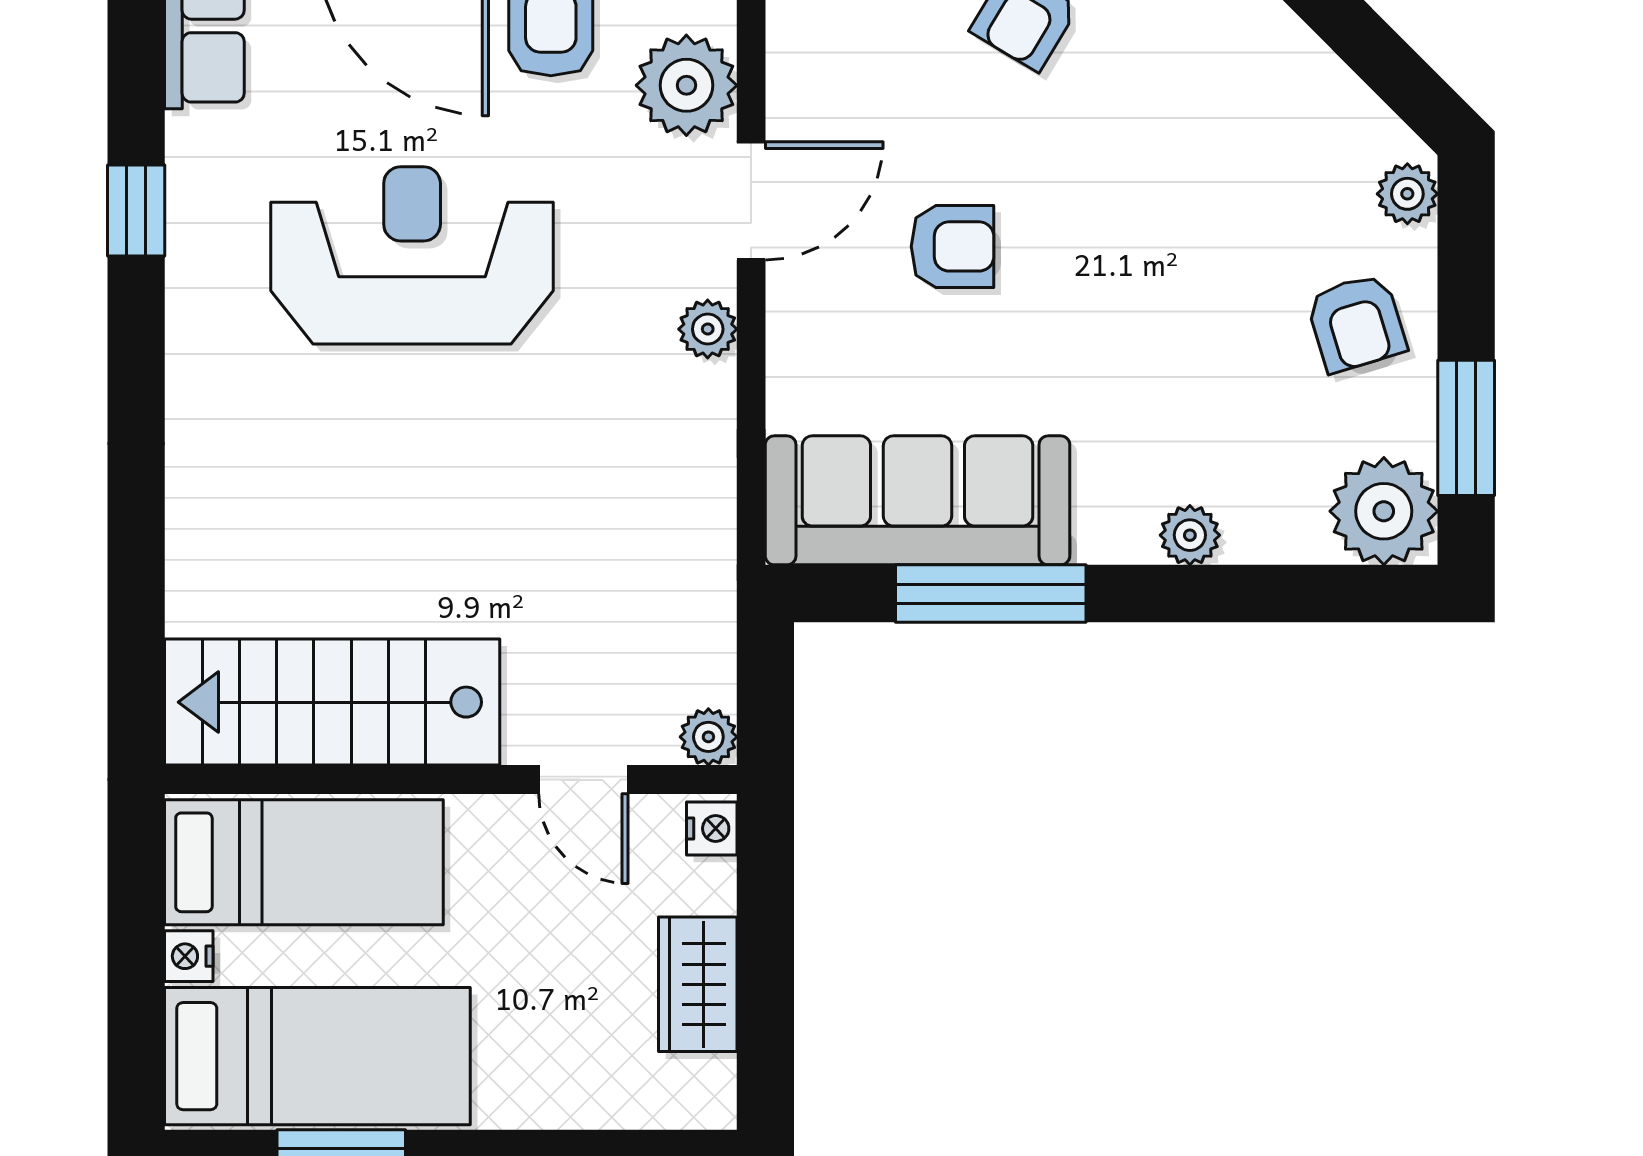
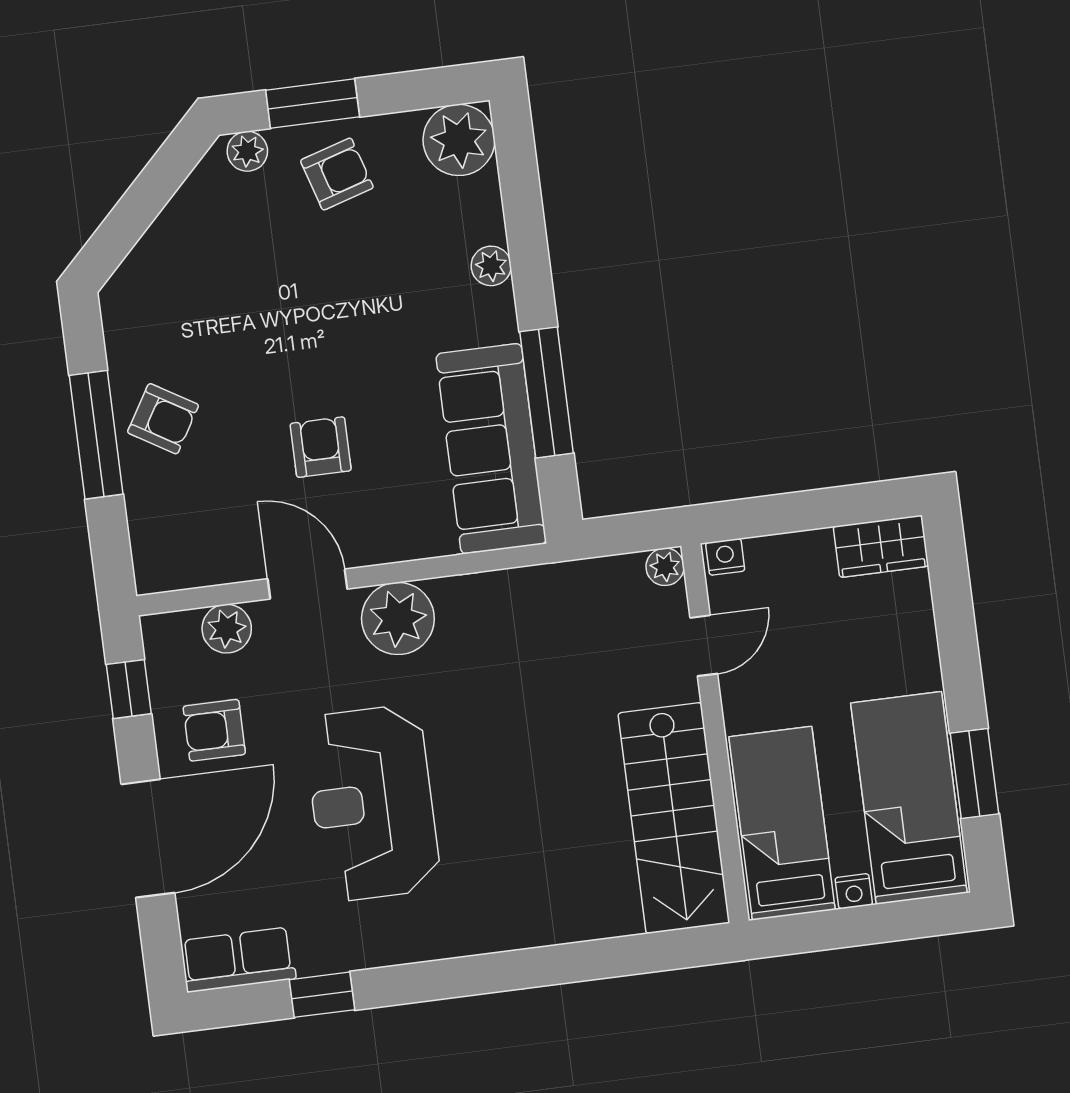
plant: (686, 85) -> (227, 629), width x0.73, depth x0.73
window: (136, 211) -> (322, 995), moved
plant: (708, 329) -> (398, 618), width x1.87, depth x1.87
window: (1466, 428) -> (313, 103), moved
wardrobe: (698, 984) -> (881, 546), moved

